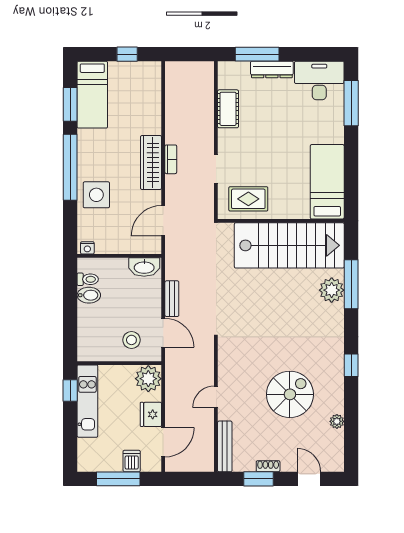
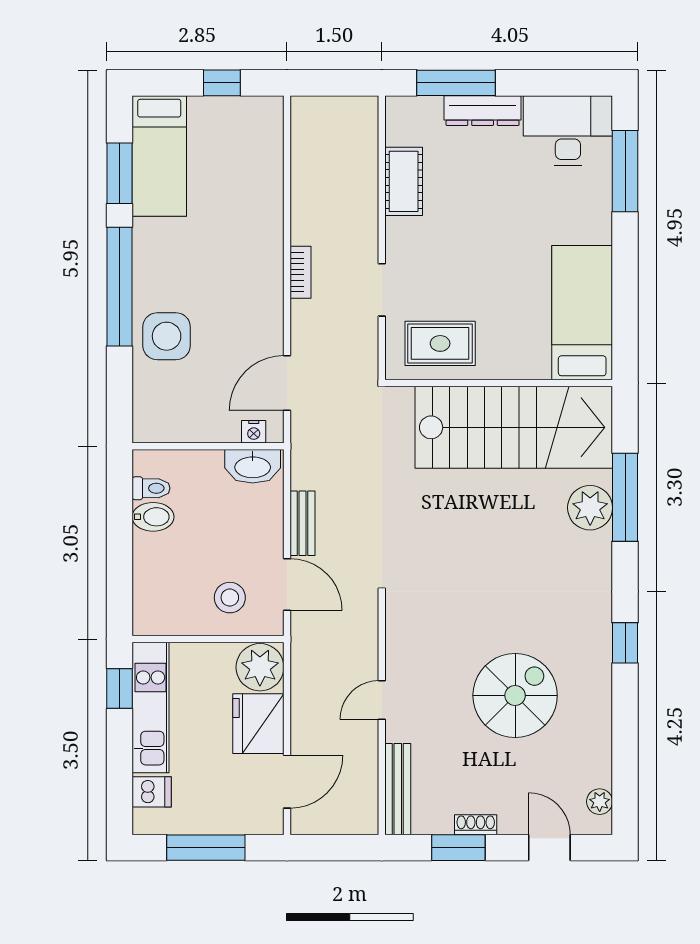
wardrobe: (151, 162) -> (265, 278), removed
nightstand: (87, 248) -> (254, 432), moved
fridge: (151, 414) -> (258, 724), width x1.36, depth x1.34
plant: (337, 421) -> (600, 802), moved
dishwasher: (132, 461) -> (152, 792), moved, turned 90

